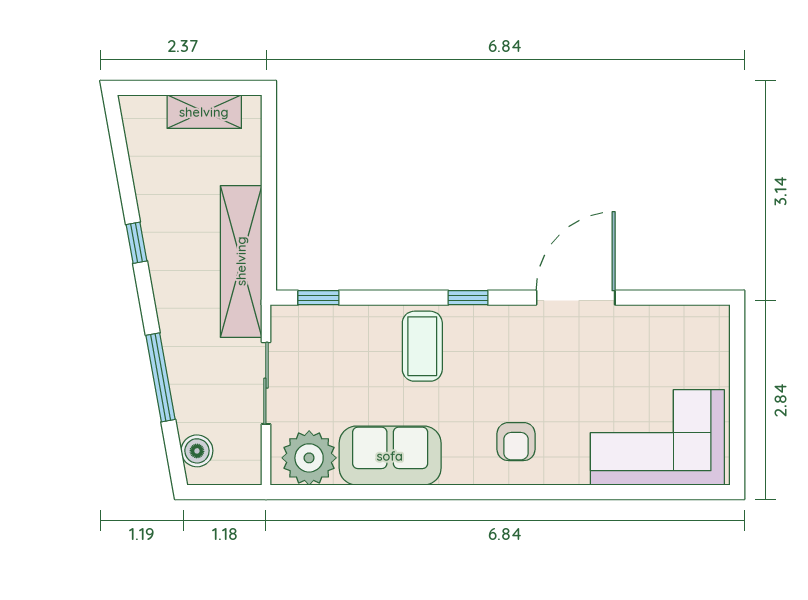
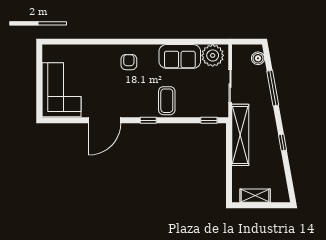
corner sofa: (657, 437) -> (61, 90), moved, turned -90

